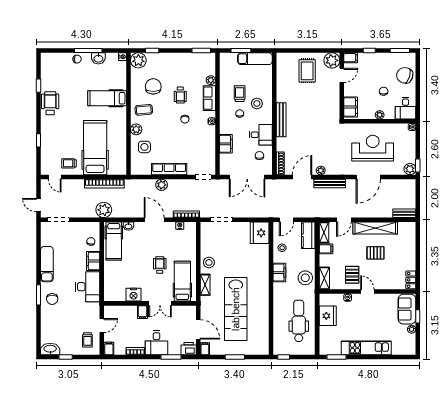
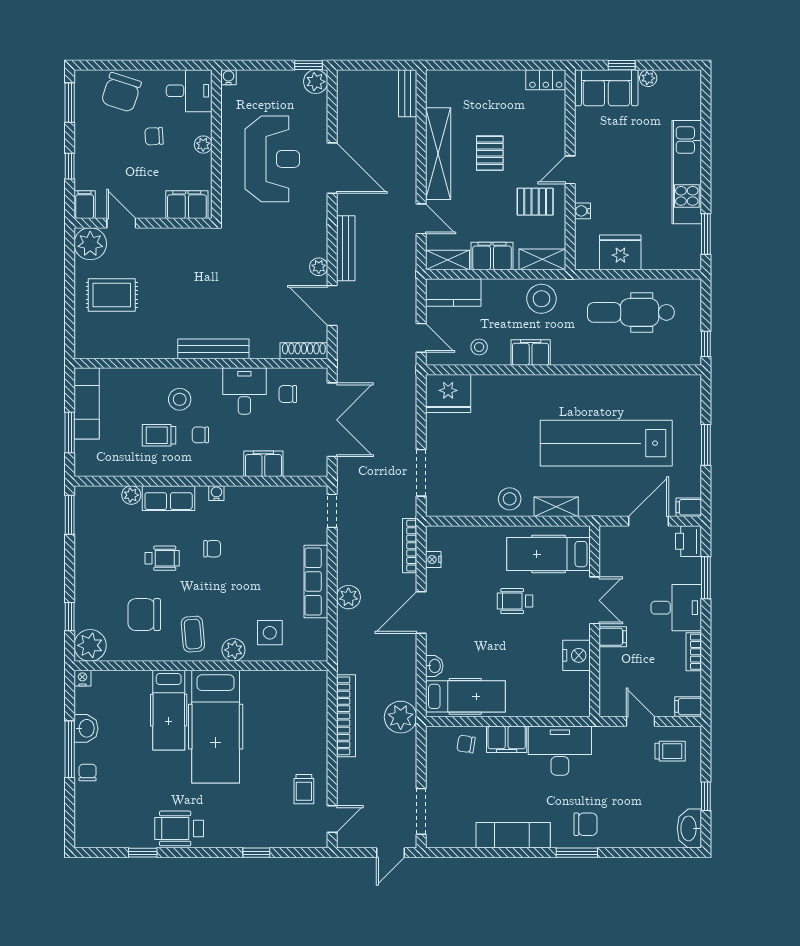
hospital bed: (95, 148) -> (216, 727), moved, turned -90
reception desk: (373, 148) -> (272, 159), turned 180
filing cabinet: (326, 249) -> (492, 256), width x2.00
lab bench: (236, 309) -> (606, 443), turned 180

